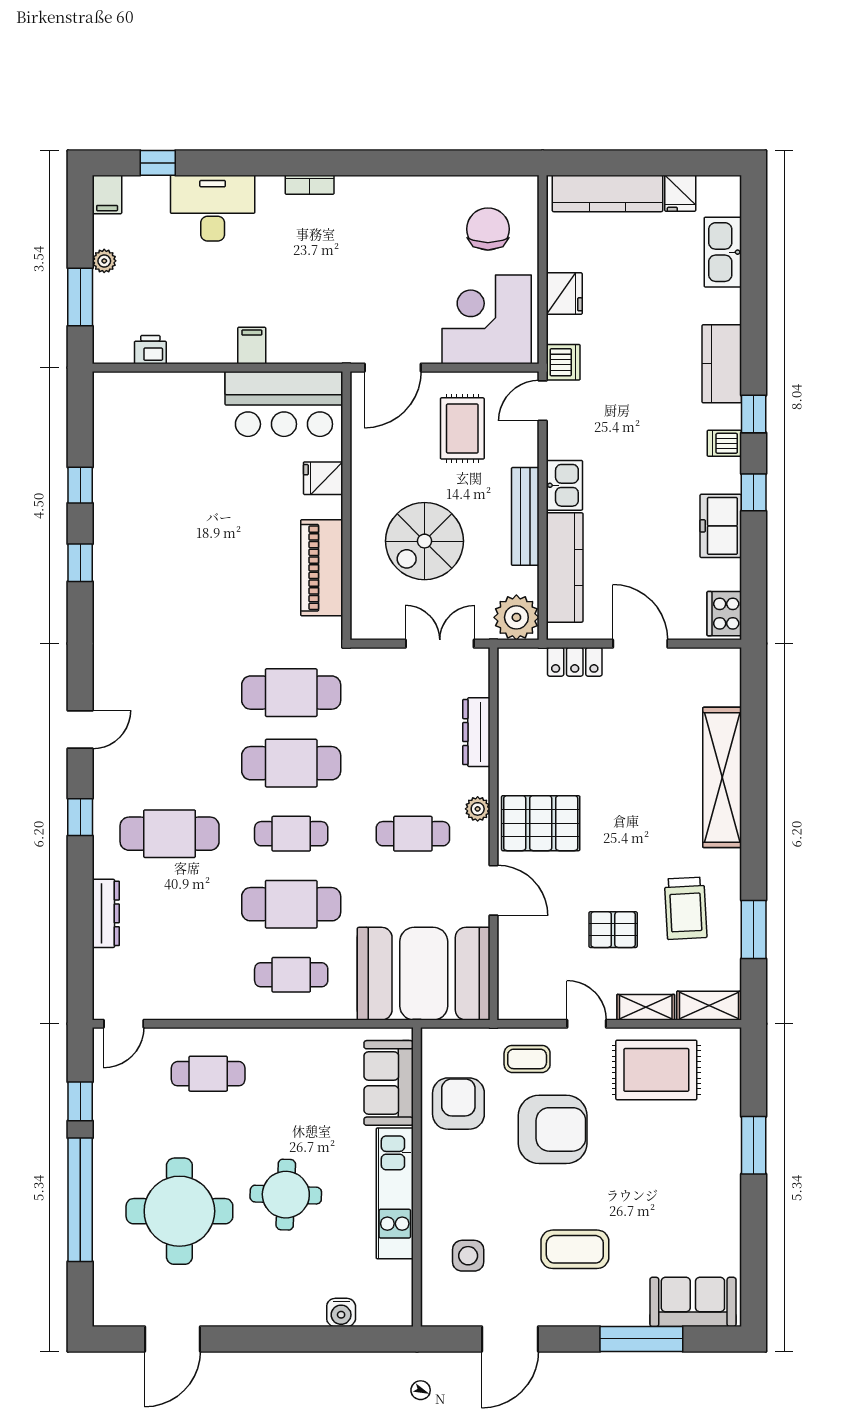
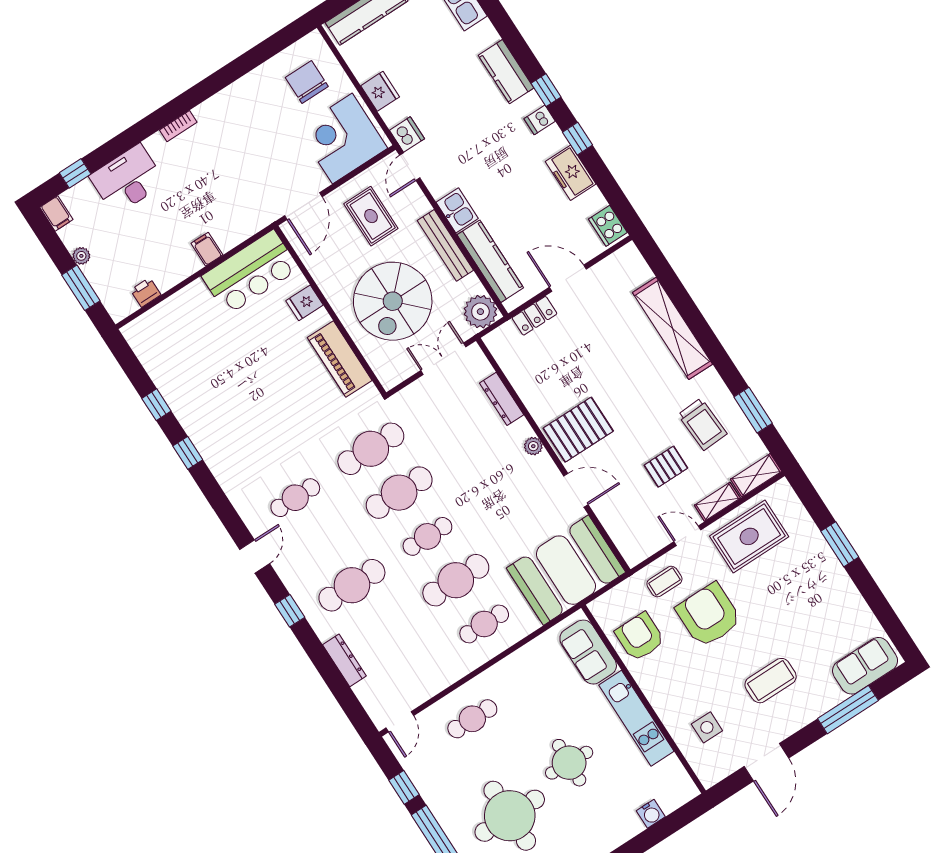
spiral stairs: (424, 541) -> (393, 301), width x1.37, depth x1.37
cafe table: (413, 834) -> (295, 498), moved
armchair: (553, 1129) -> (709, 615), turned -90

